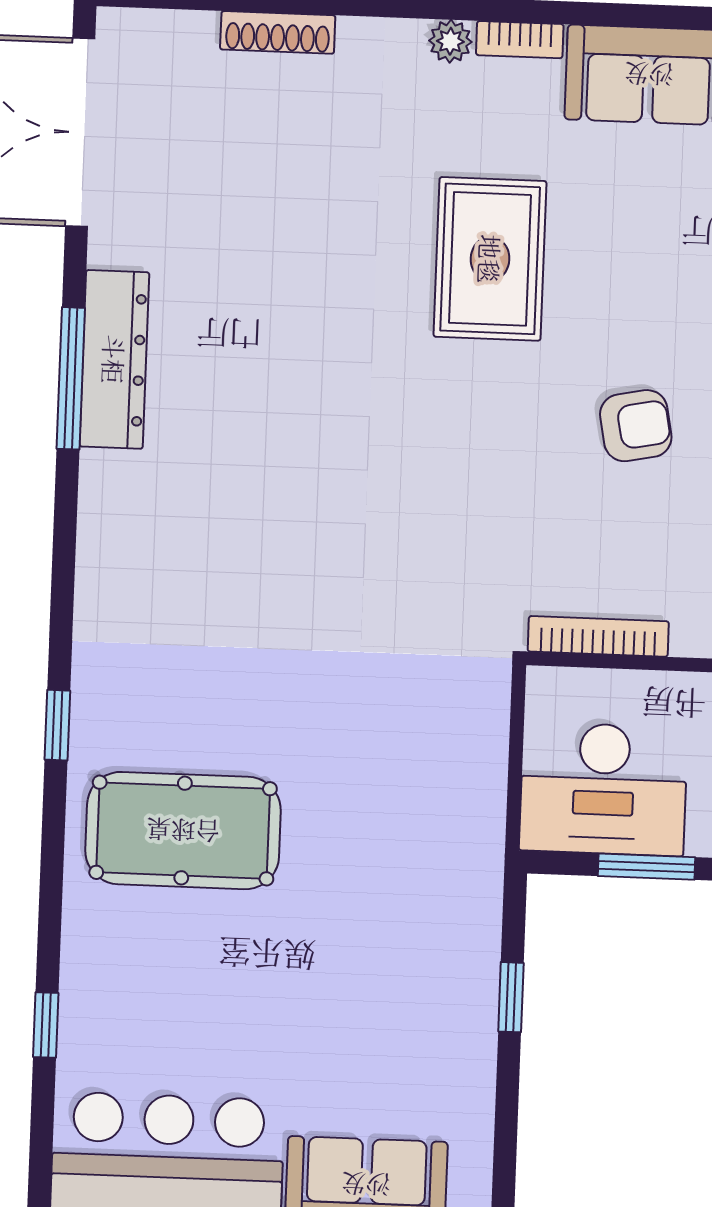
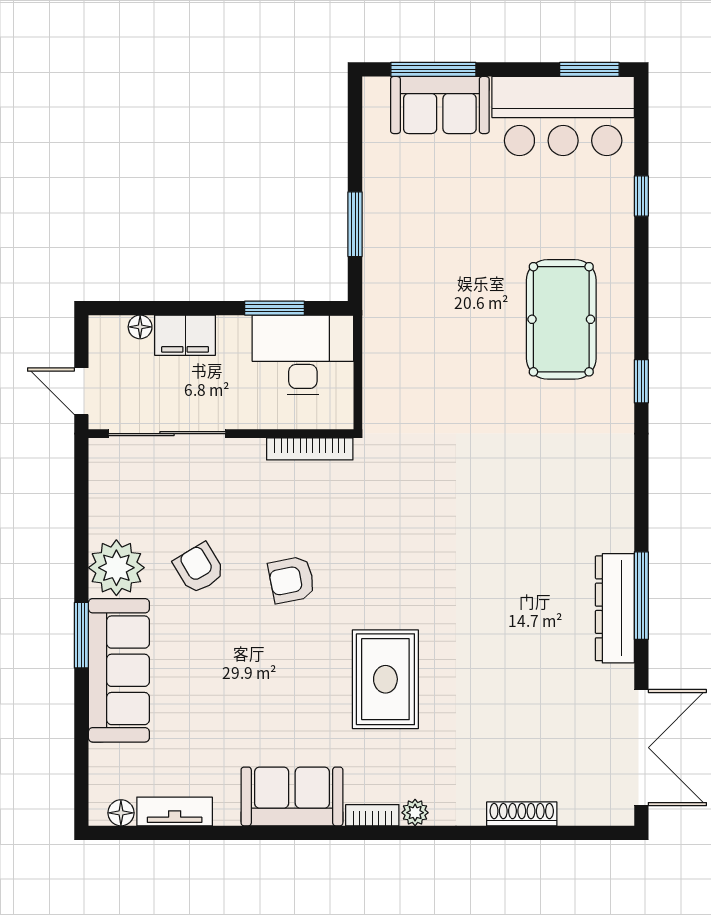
pool table: (183, 831) -> (561, 319), turned 90
window: (511, 997) -> (355, 224), width x1.50

